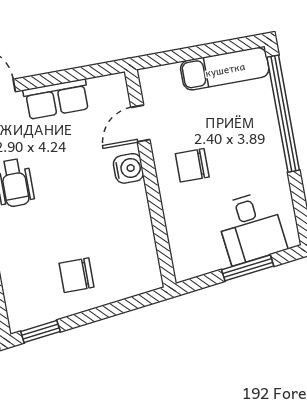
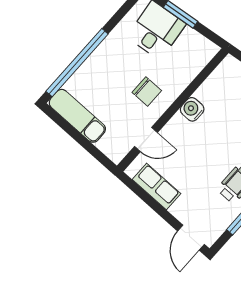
row of seats: (56, 99) -> (157, 186), moved
water cooler: (128, 168) -> (192, 109), moved

